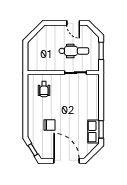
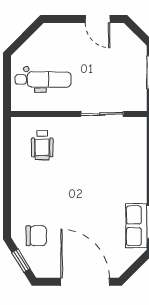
dental chair: (74, 51) -> (43, 79), moved
chair: (49, 125) -> (36, 236), moved

